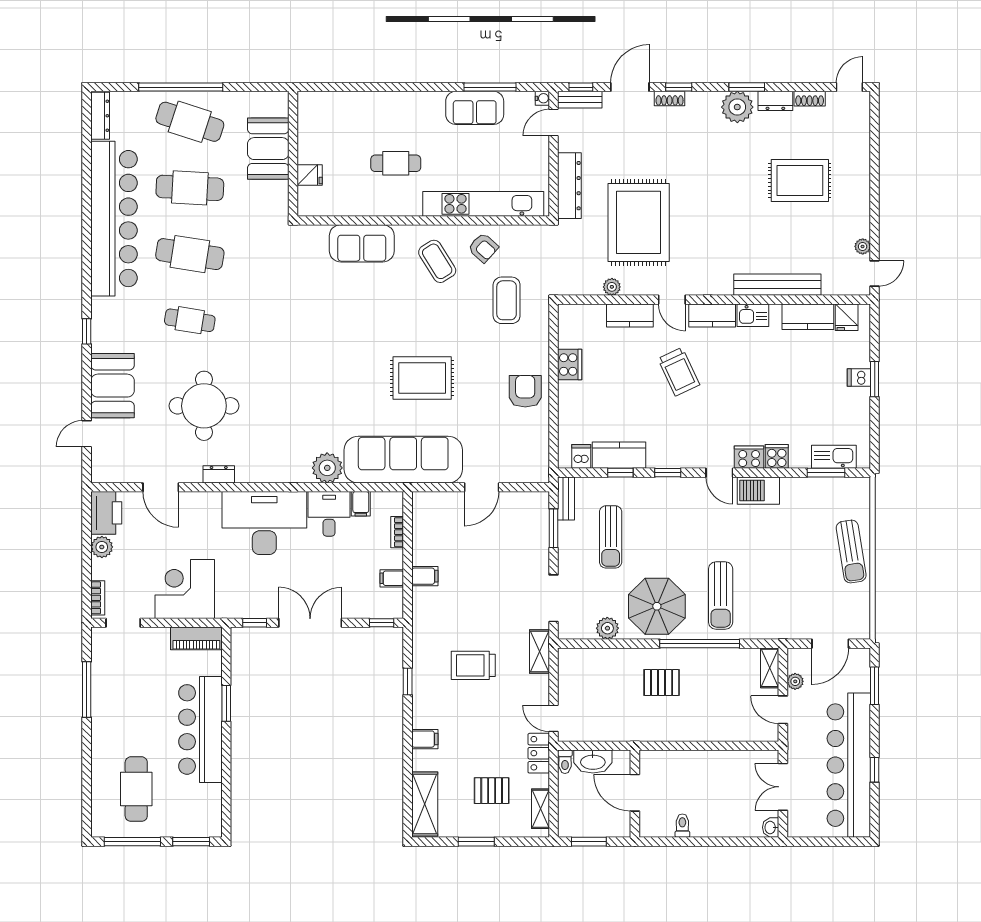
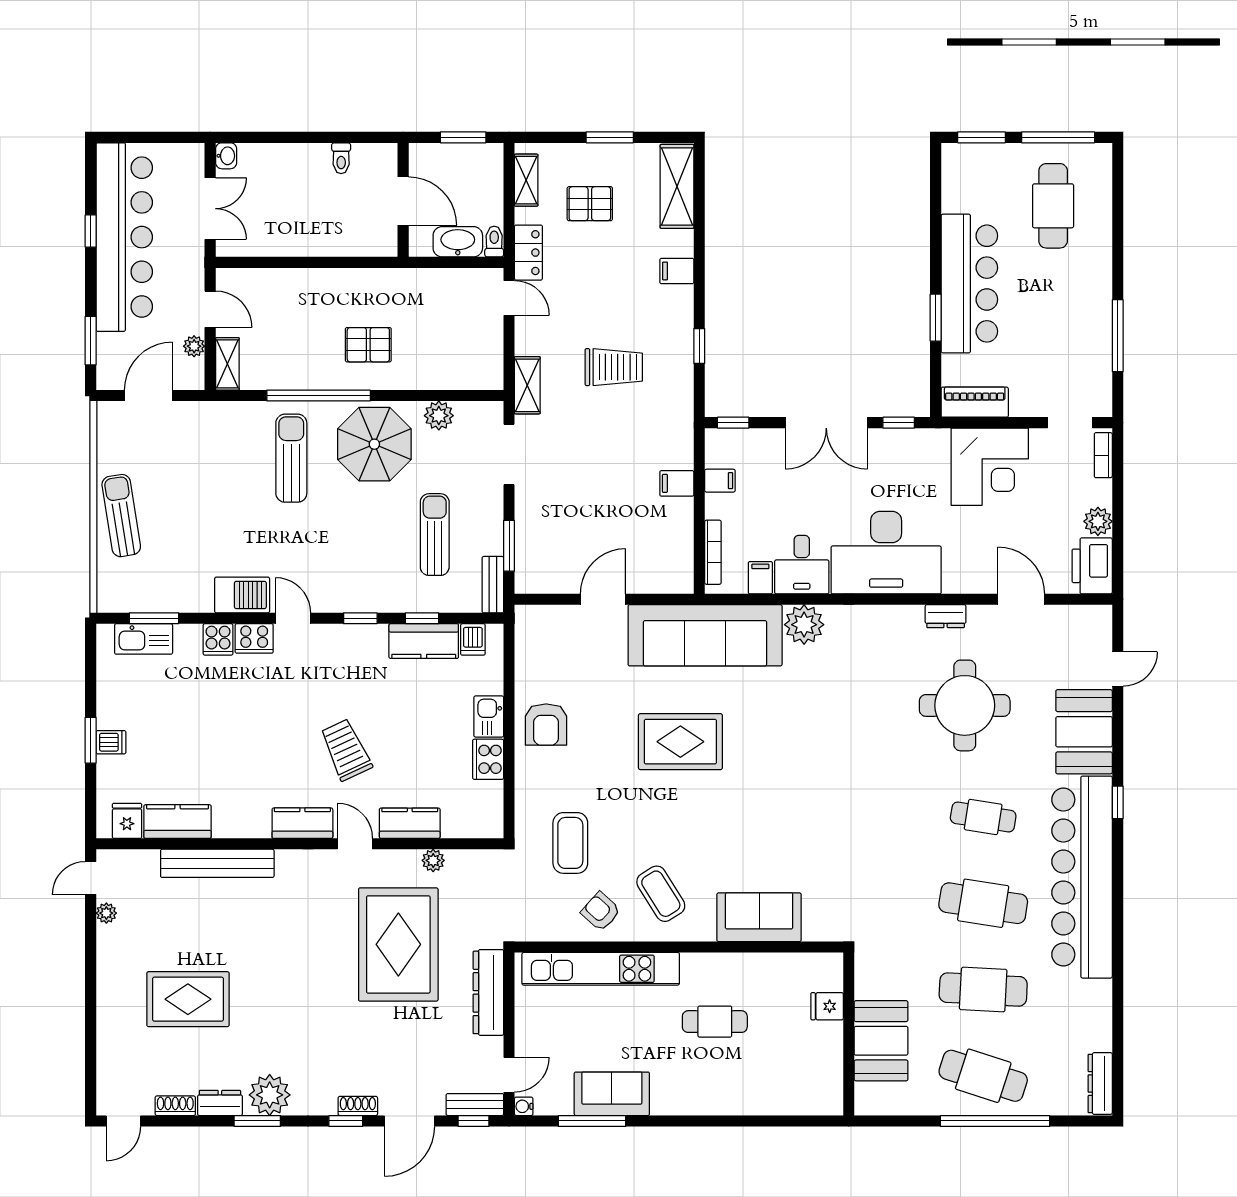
bar counter: (114, 219) -> (1082, 877), moved
kitchen sink: (753, 315) -> (489, 717), moved, turned -90
bookcase: (397, 532) -> (713, 552), width x1.56

